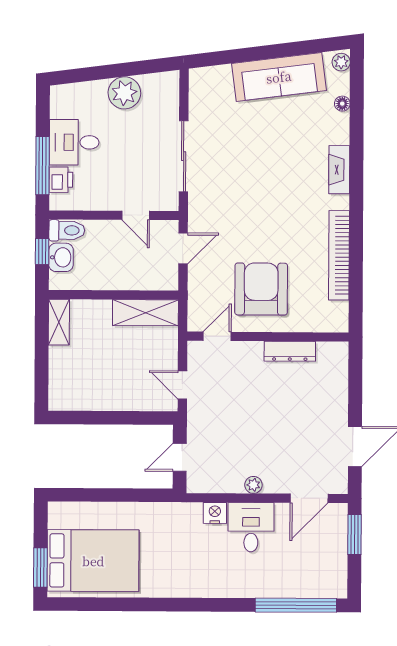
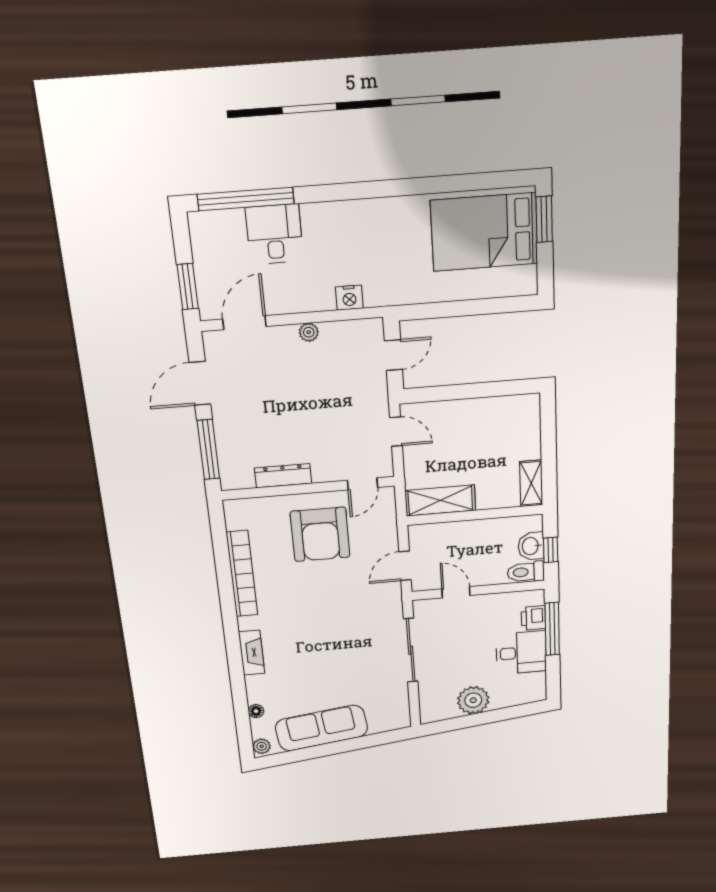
window: (355, 383) -> (208, 450), added
desk: (251, 527) -> (275, 234), moved, turned 180

